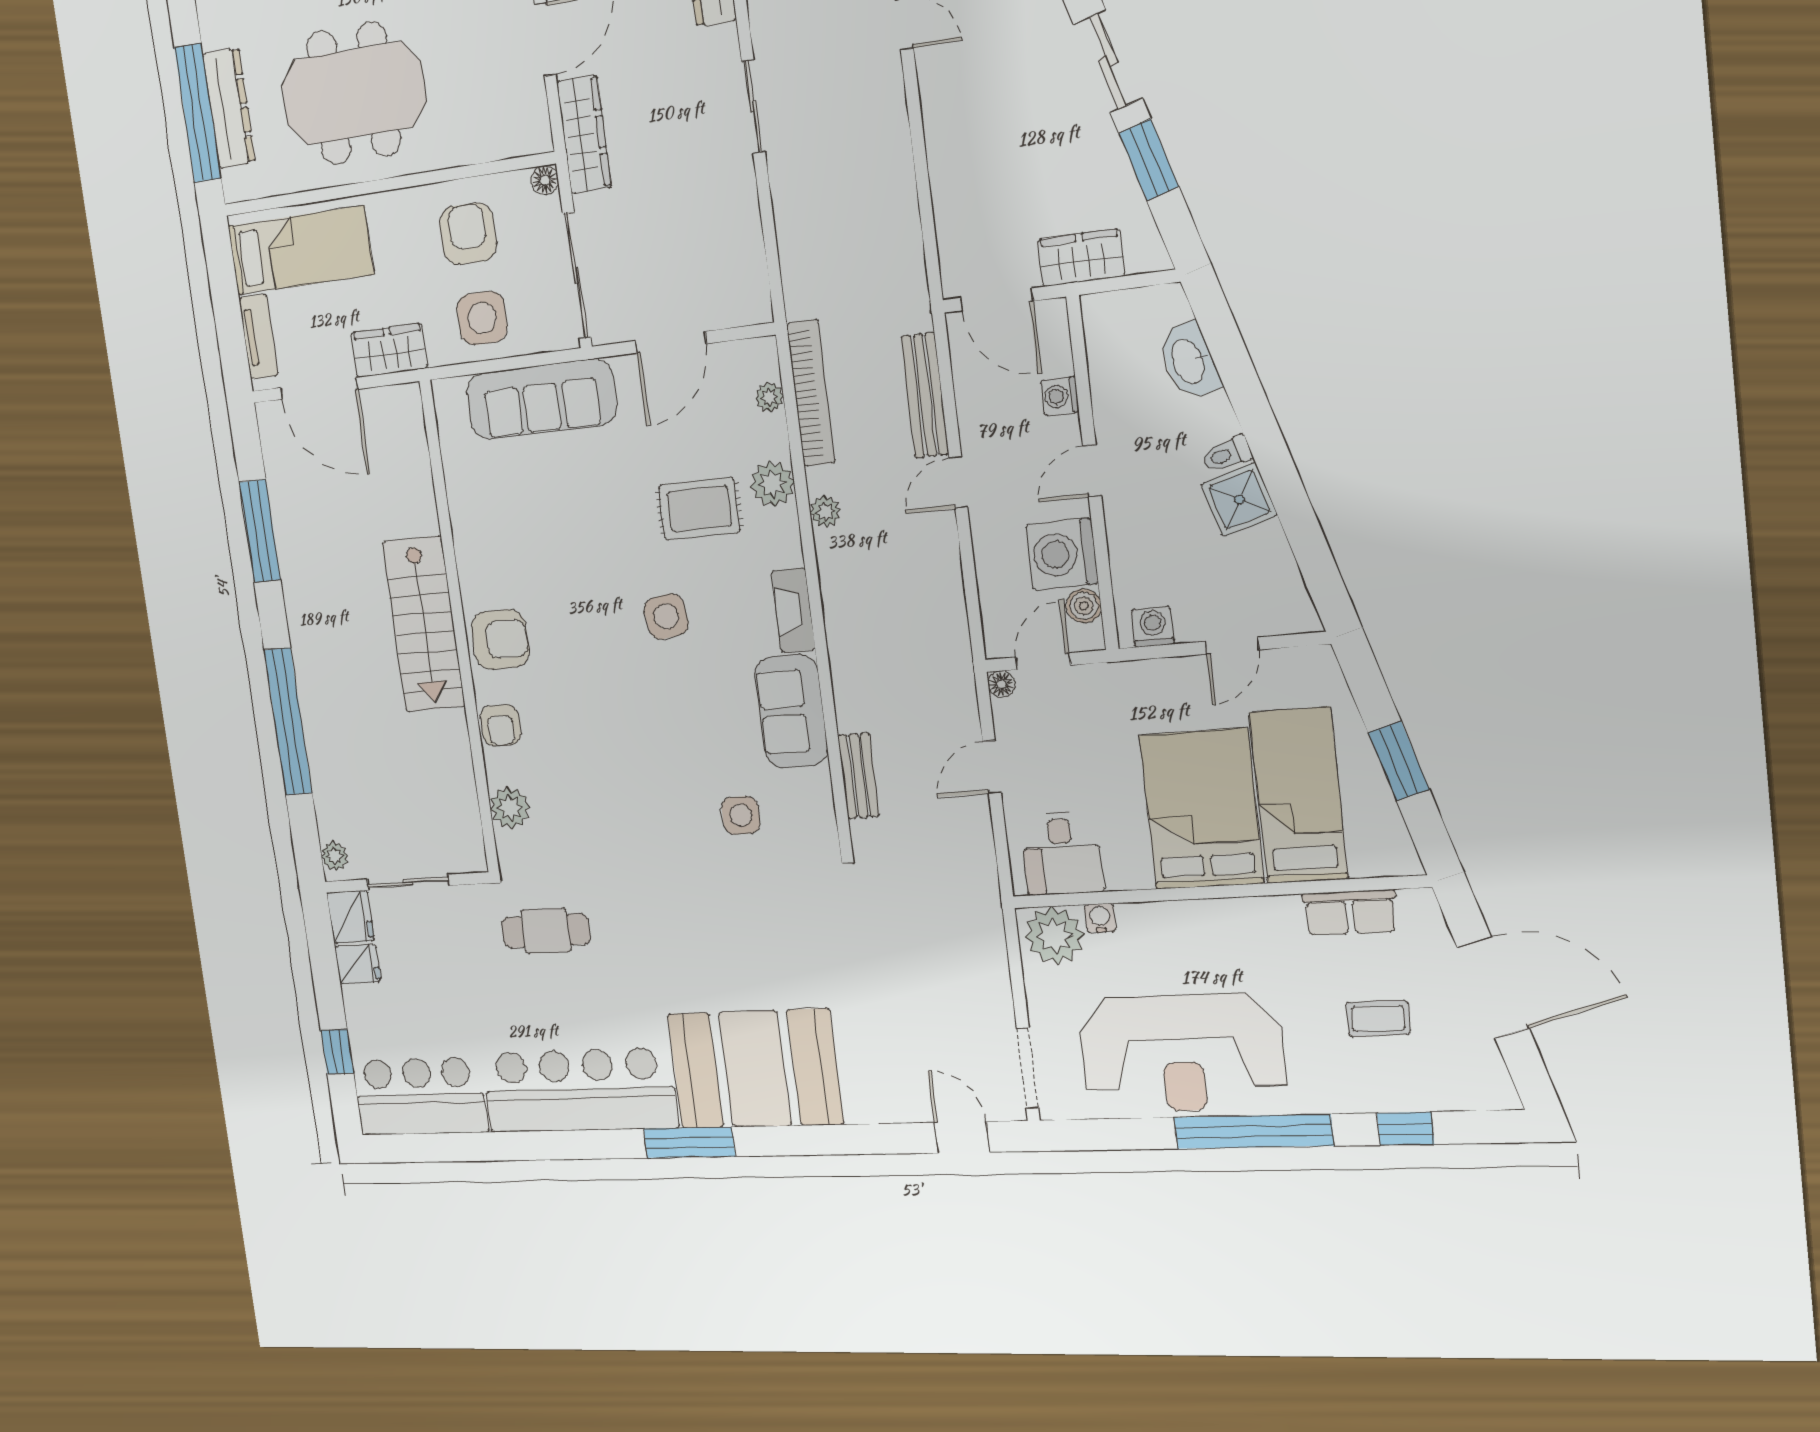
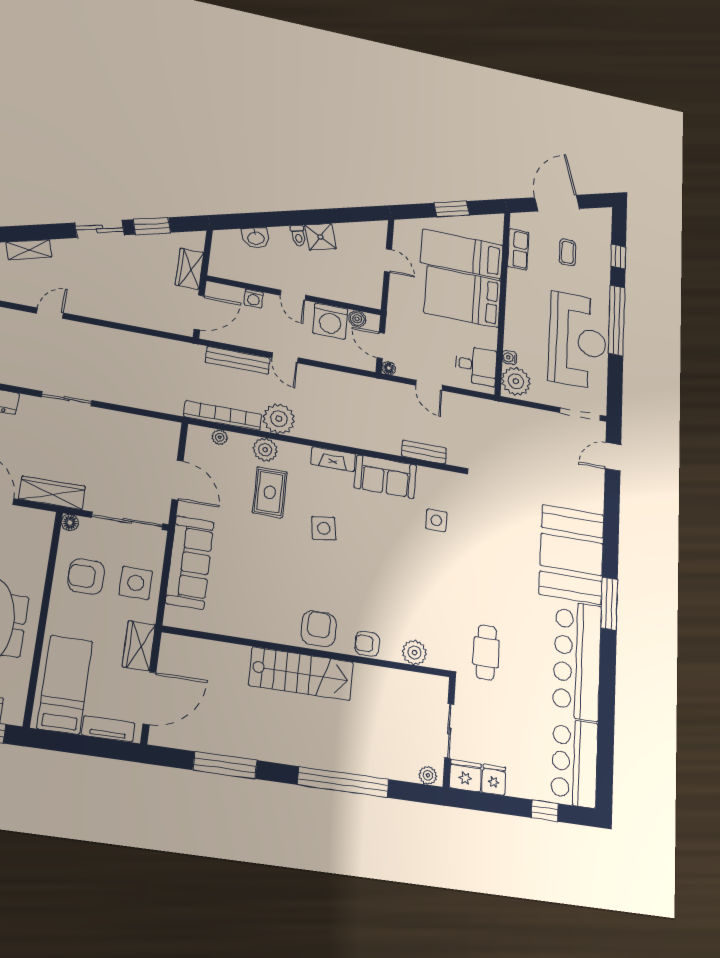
washbasin: (1189, 361) -> (256, 238), width x0.72
plant: (825, 512) -> (279, 419), width x1.87, depth x1.87
washing machine: (1153, 627) -> (373, 291), removed
armchair: (501, 725) -> (367, 644), turned 180

